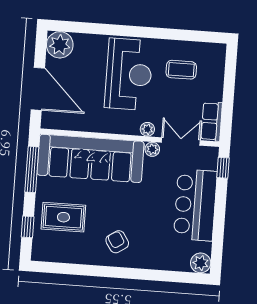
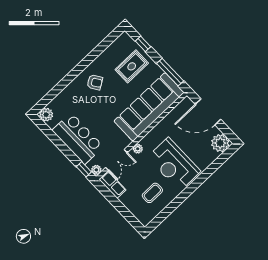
plant: (152, 149) -> (96, 170), moved

